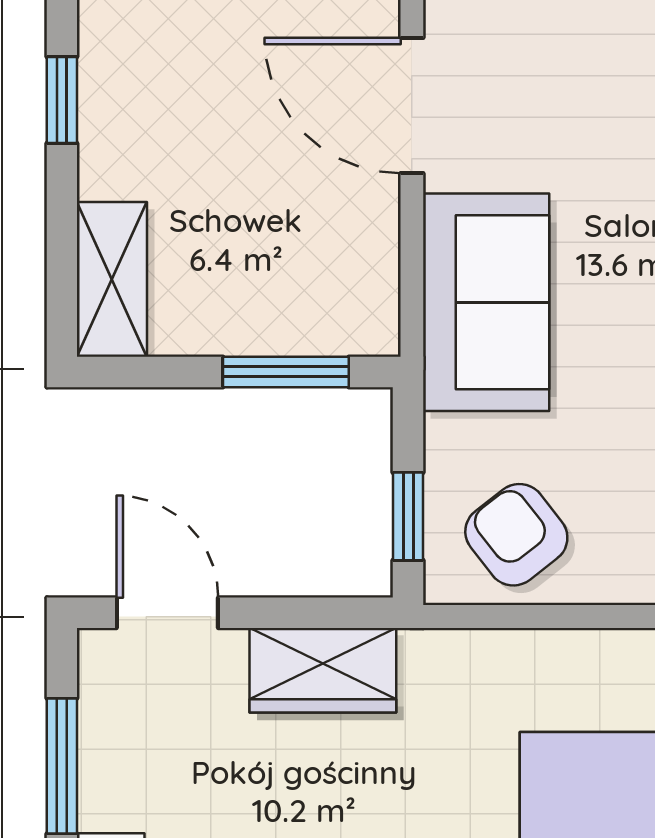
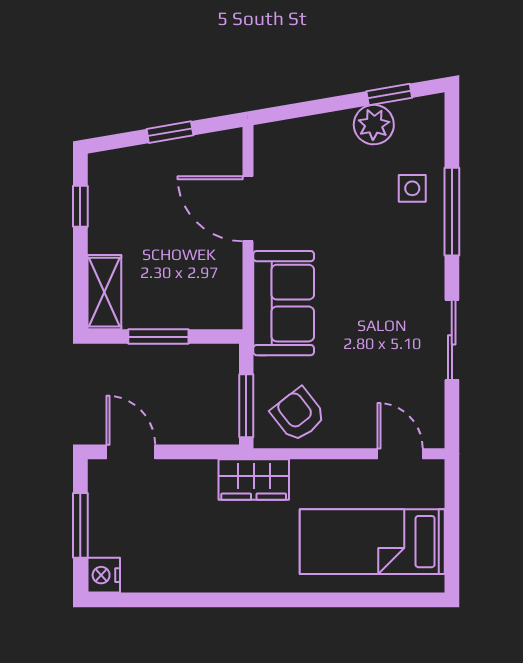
window: (286, 372) -> (158, 337), moved
window: (408, 516) -> (246, 406), width x1.50
wardrobe: (323, 670) -> (254, 479), moved

